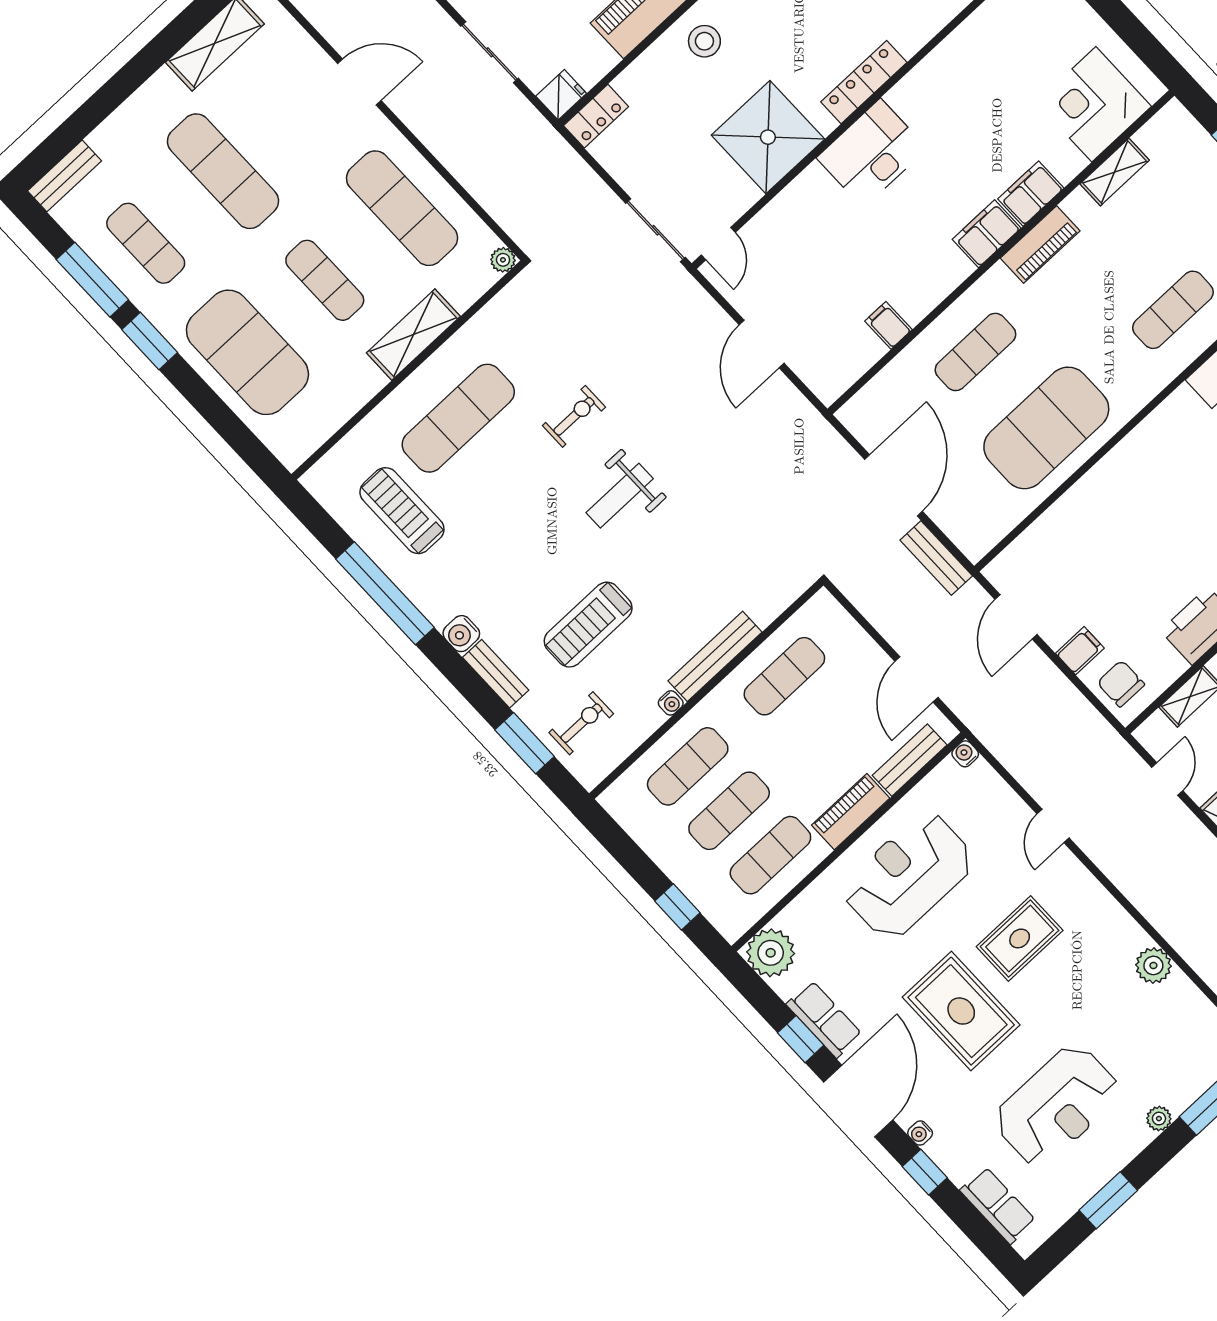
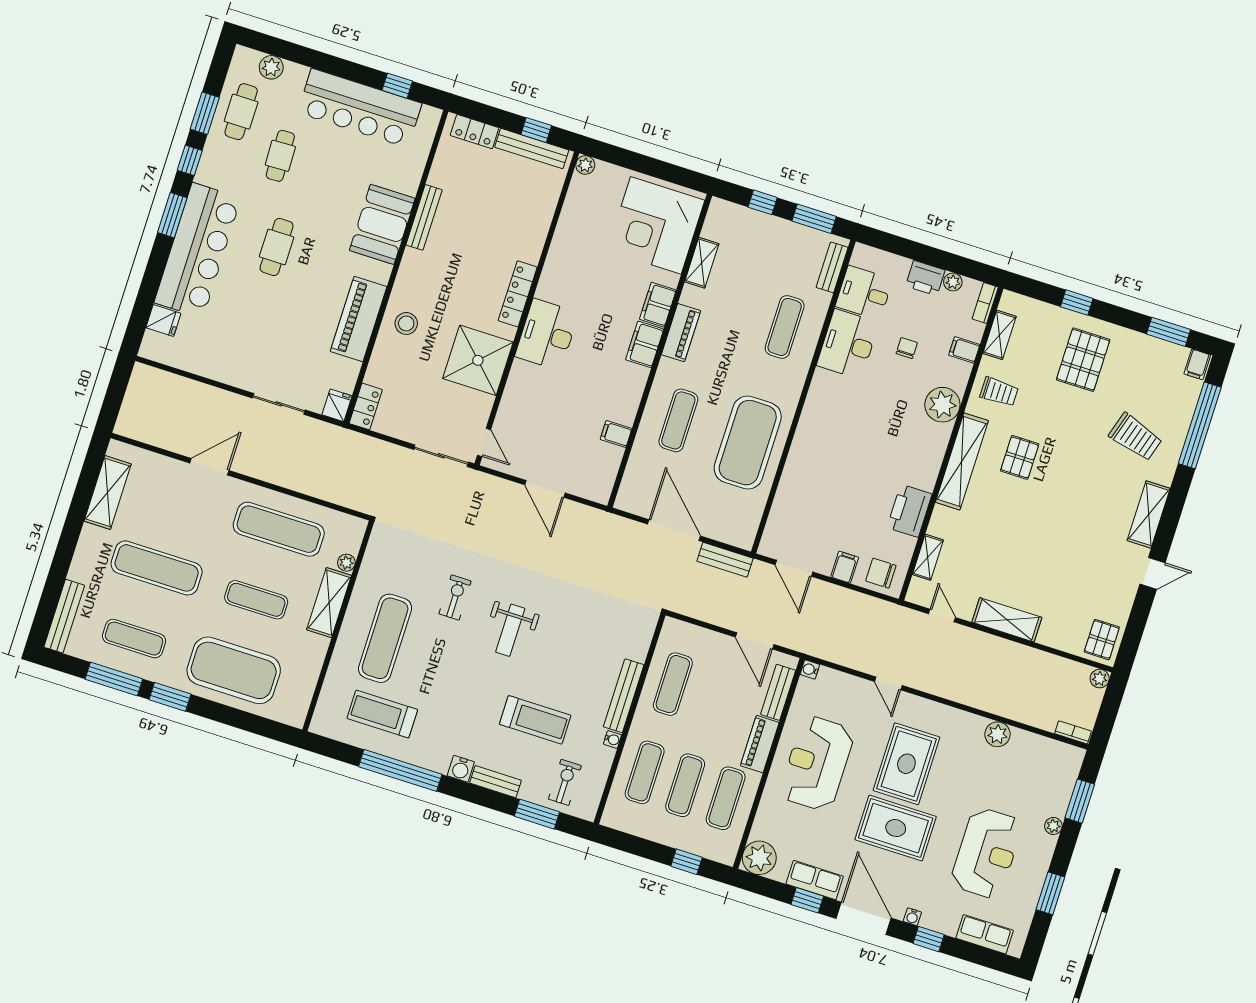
corner desk: (1094, 104) -> (656, 225), width x1.36, depth x1.36
bench: (64, 176) -> (64, 616), width x1.36
plant: (503, 260) -> (346, 563), moved
treadmill: (588, 625) -> (535, 720), turned -90
rug: (1020, 938) -> (906, 764), width x1.36, depth x1.43

